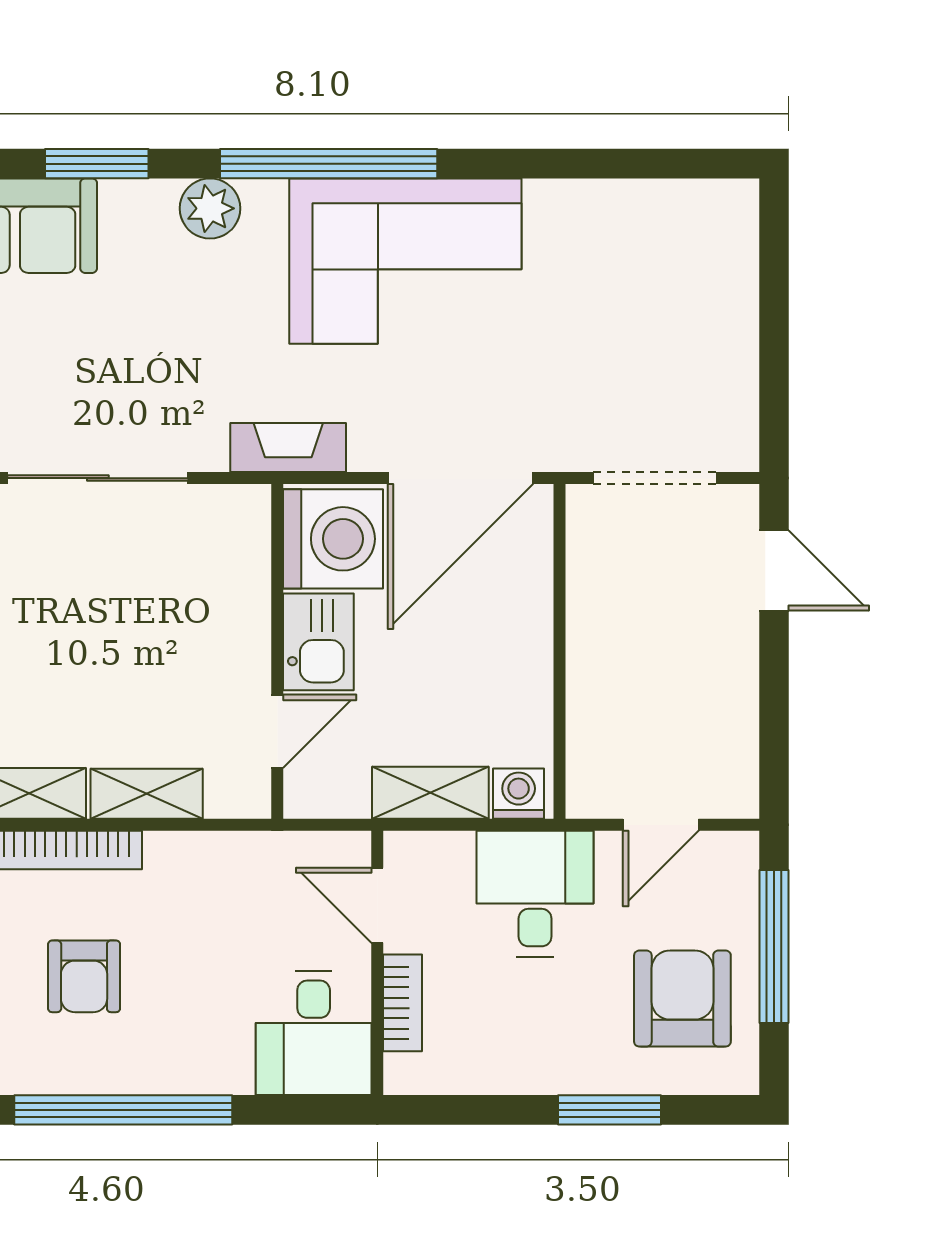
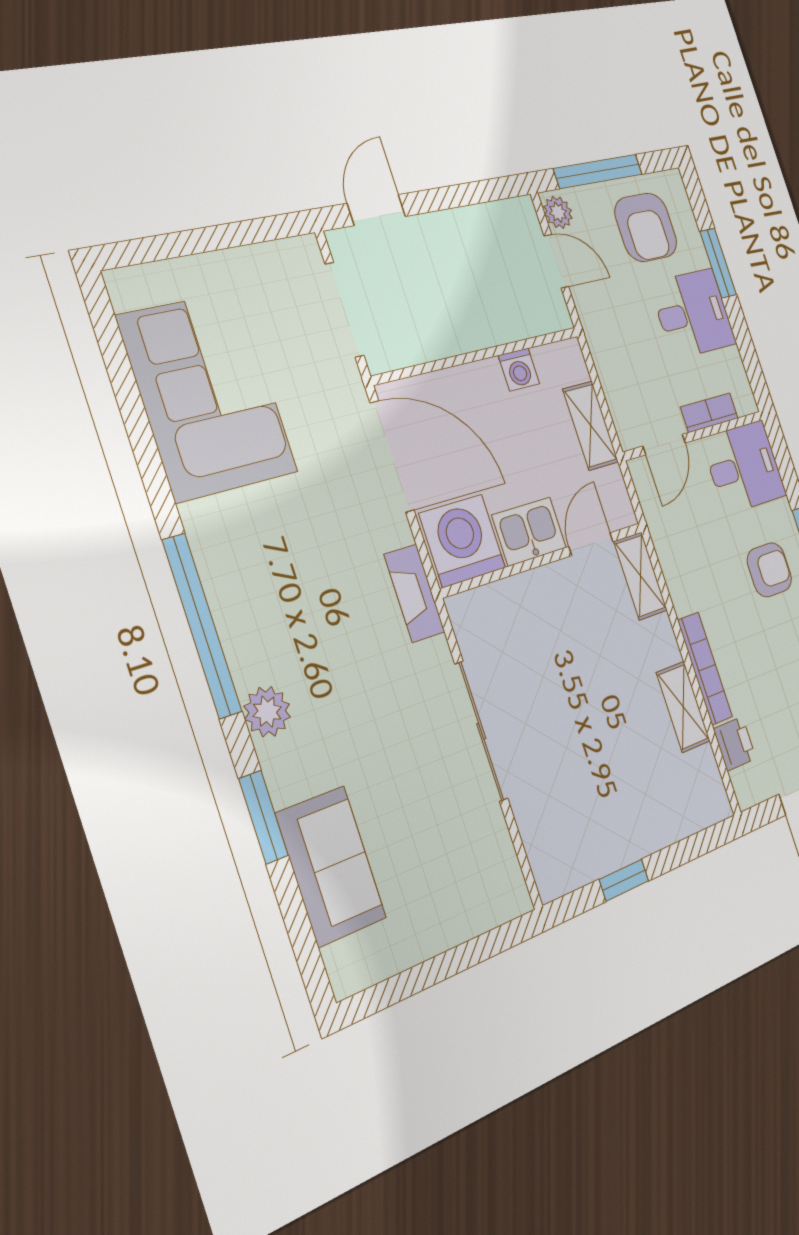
corner sofa: (405, 261) -> (208, 395), moved
door: (277, 731) -> (591, 544), hinge flipped
shelving: (147, 794) -> (640, 576), moved
washing machine: (519, 794) -> (519, 370), moved, turned -90
plant: (727, 854) -> (558, 212), added
desk: (535, 894) -> (693, 313), moved, turned 180
armchair: (84, 976) -> (769, 570), moved
armchair: (682, 999) -> (646, 227), turned -90

